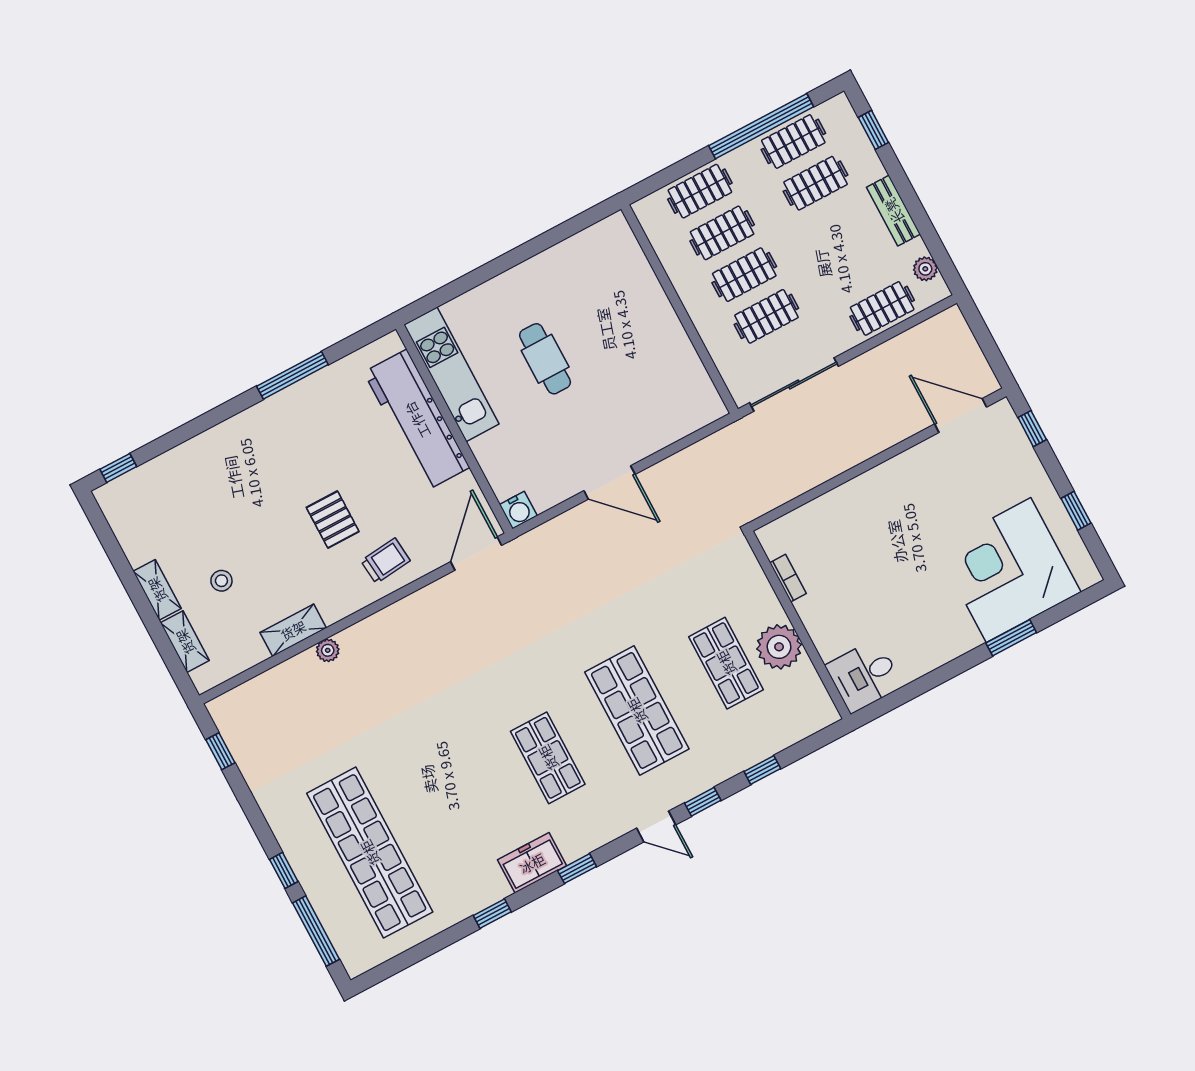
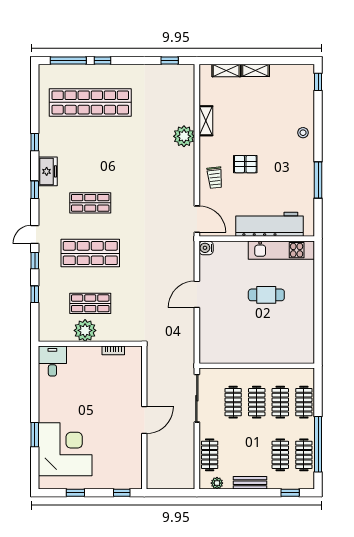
door: (961, 415) -> (144, 420), moved
stool: (221, 581) -> (303, 133), moved
plant: (328, 650) -> (184, 136), width x1.88, depth x1.88

